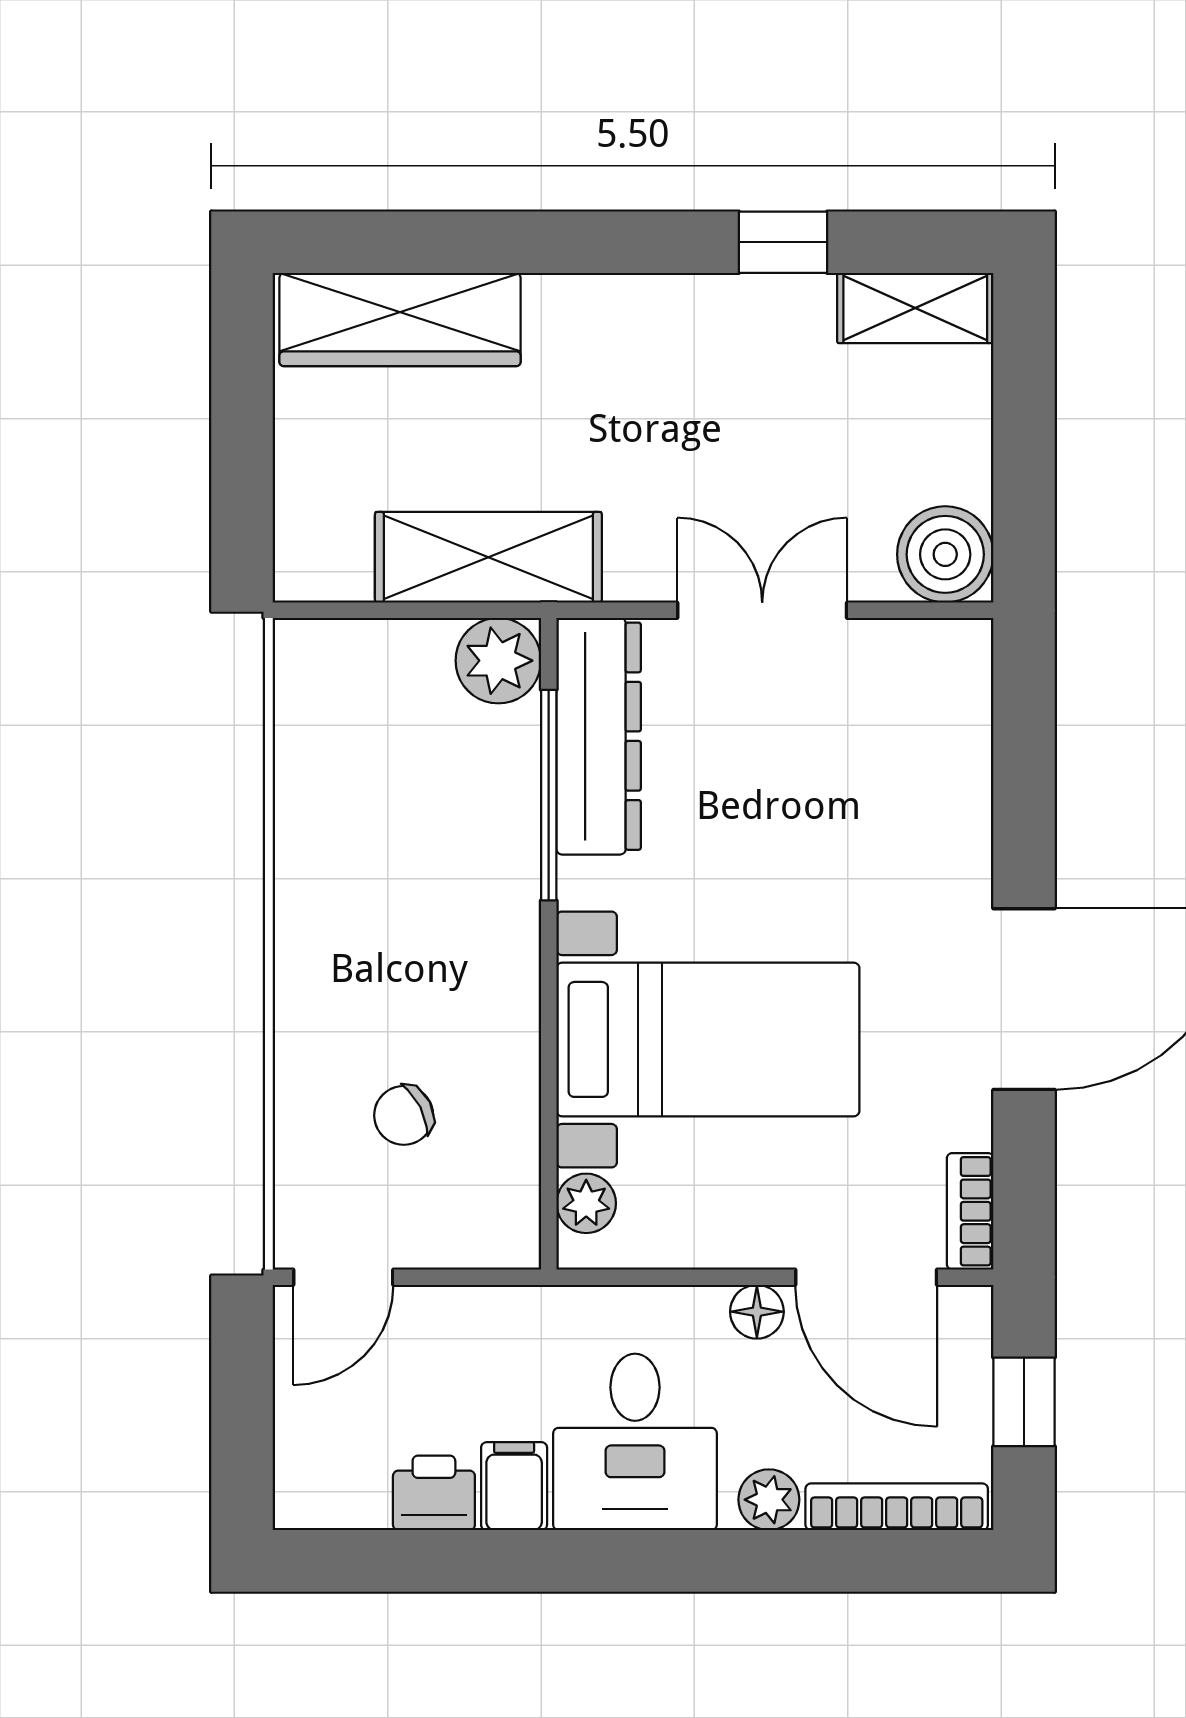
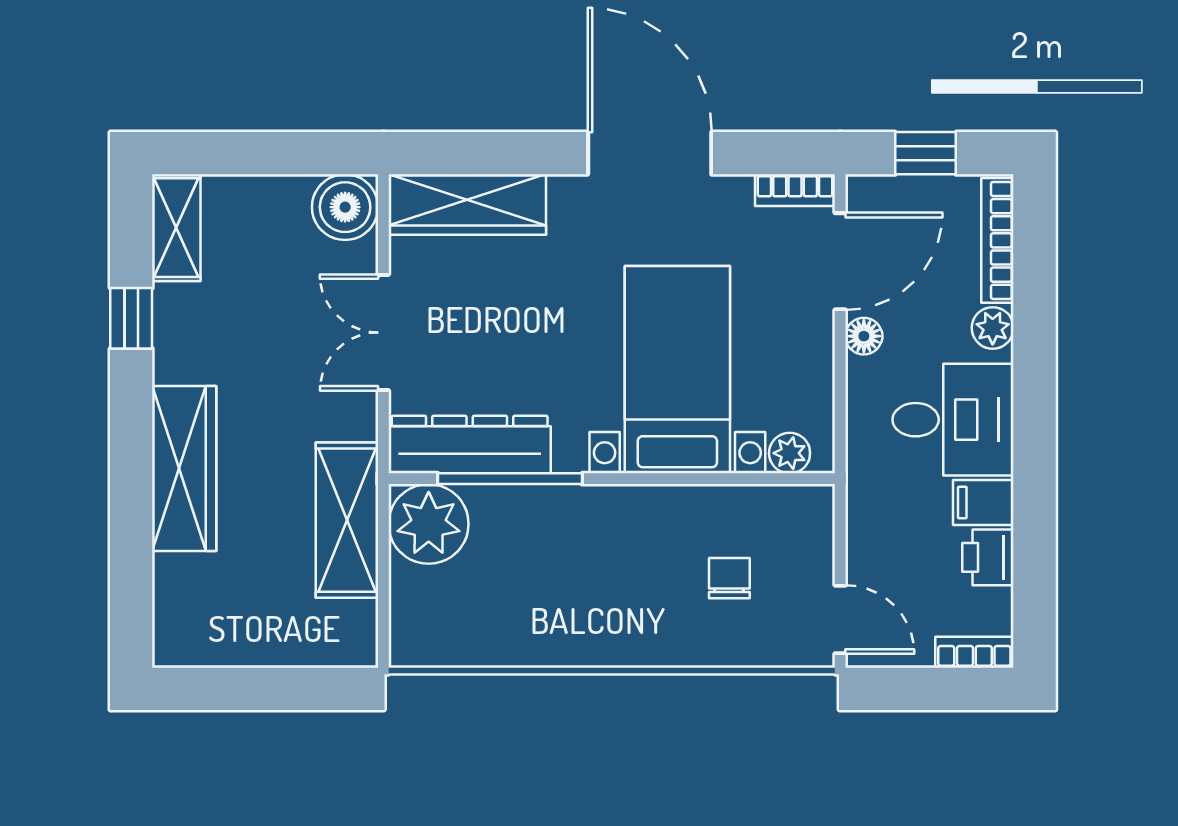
wardrobe: (400, 320) -> (184, 468), moved
plant: (498, 661) -> (429, 524), width x1.36, depth x1.36
wardrobe: (949, 733) -> (467, 205), added
chair: (404, 1115) -> (729, 578), turned -153
bookcase: (296, 1473) -> (974, 652), added

